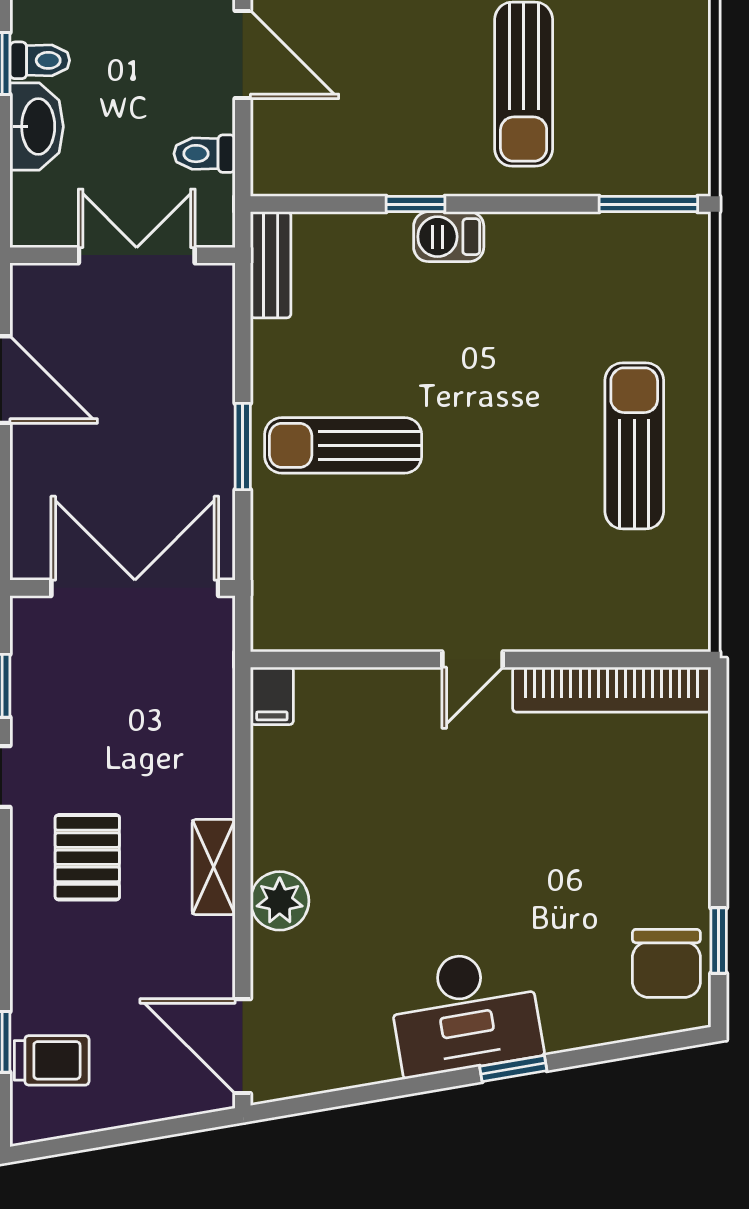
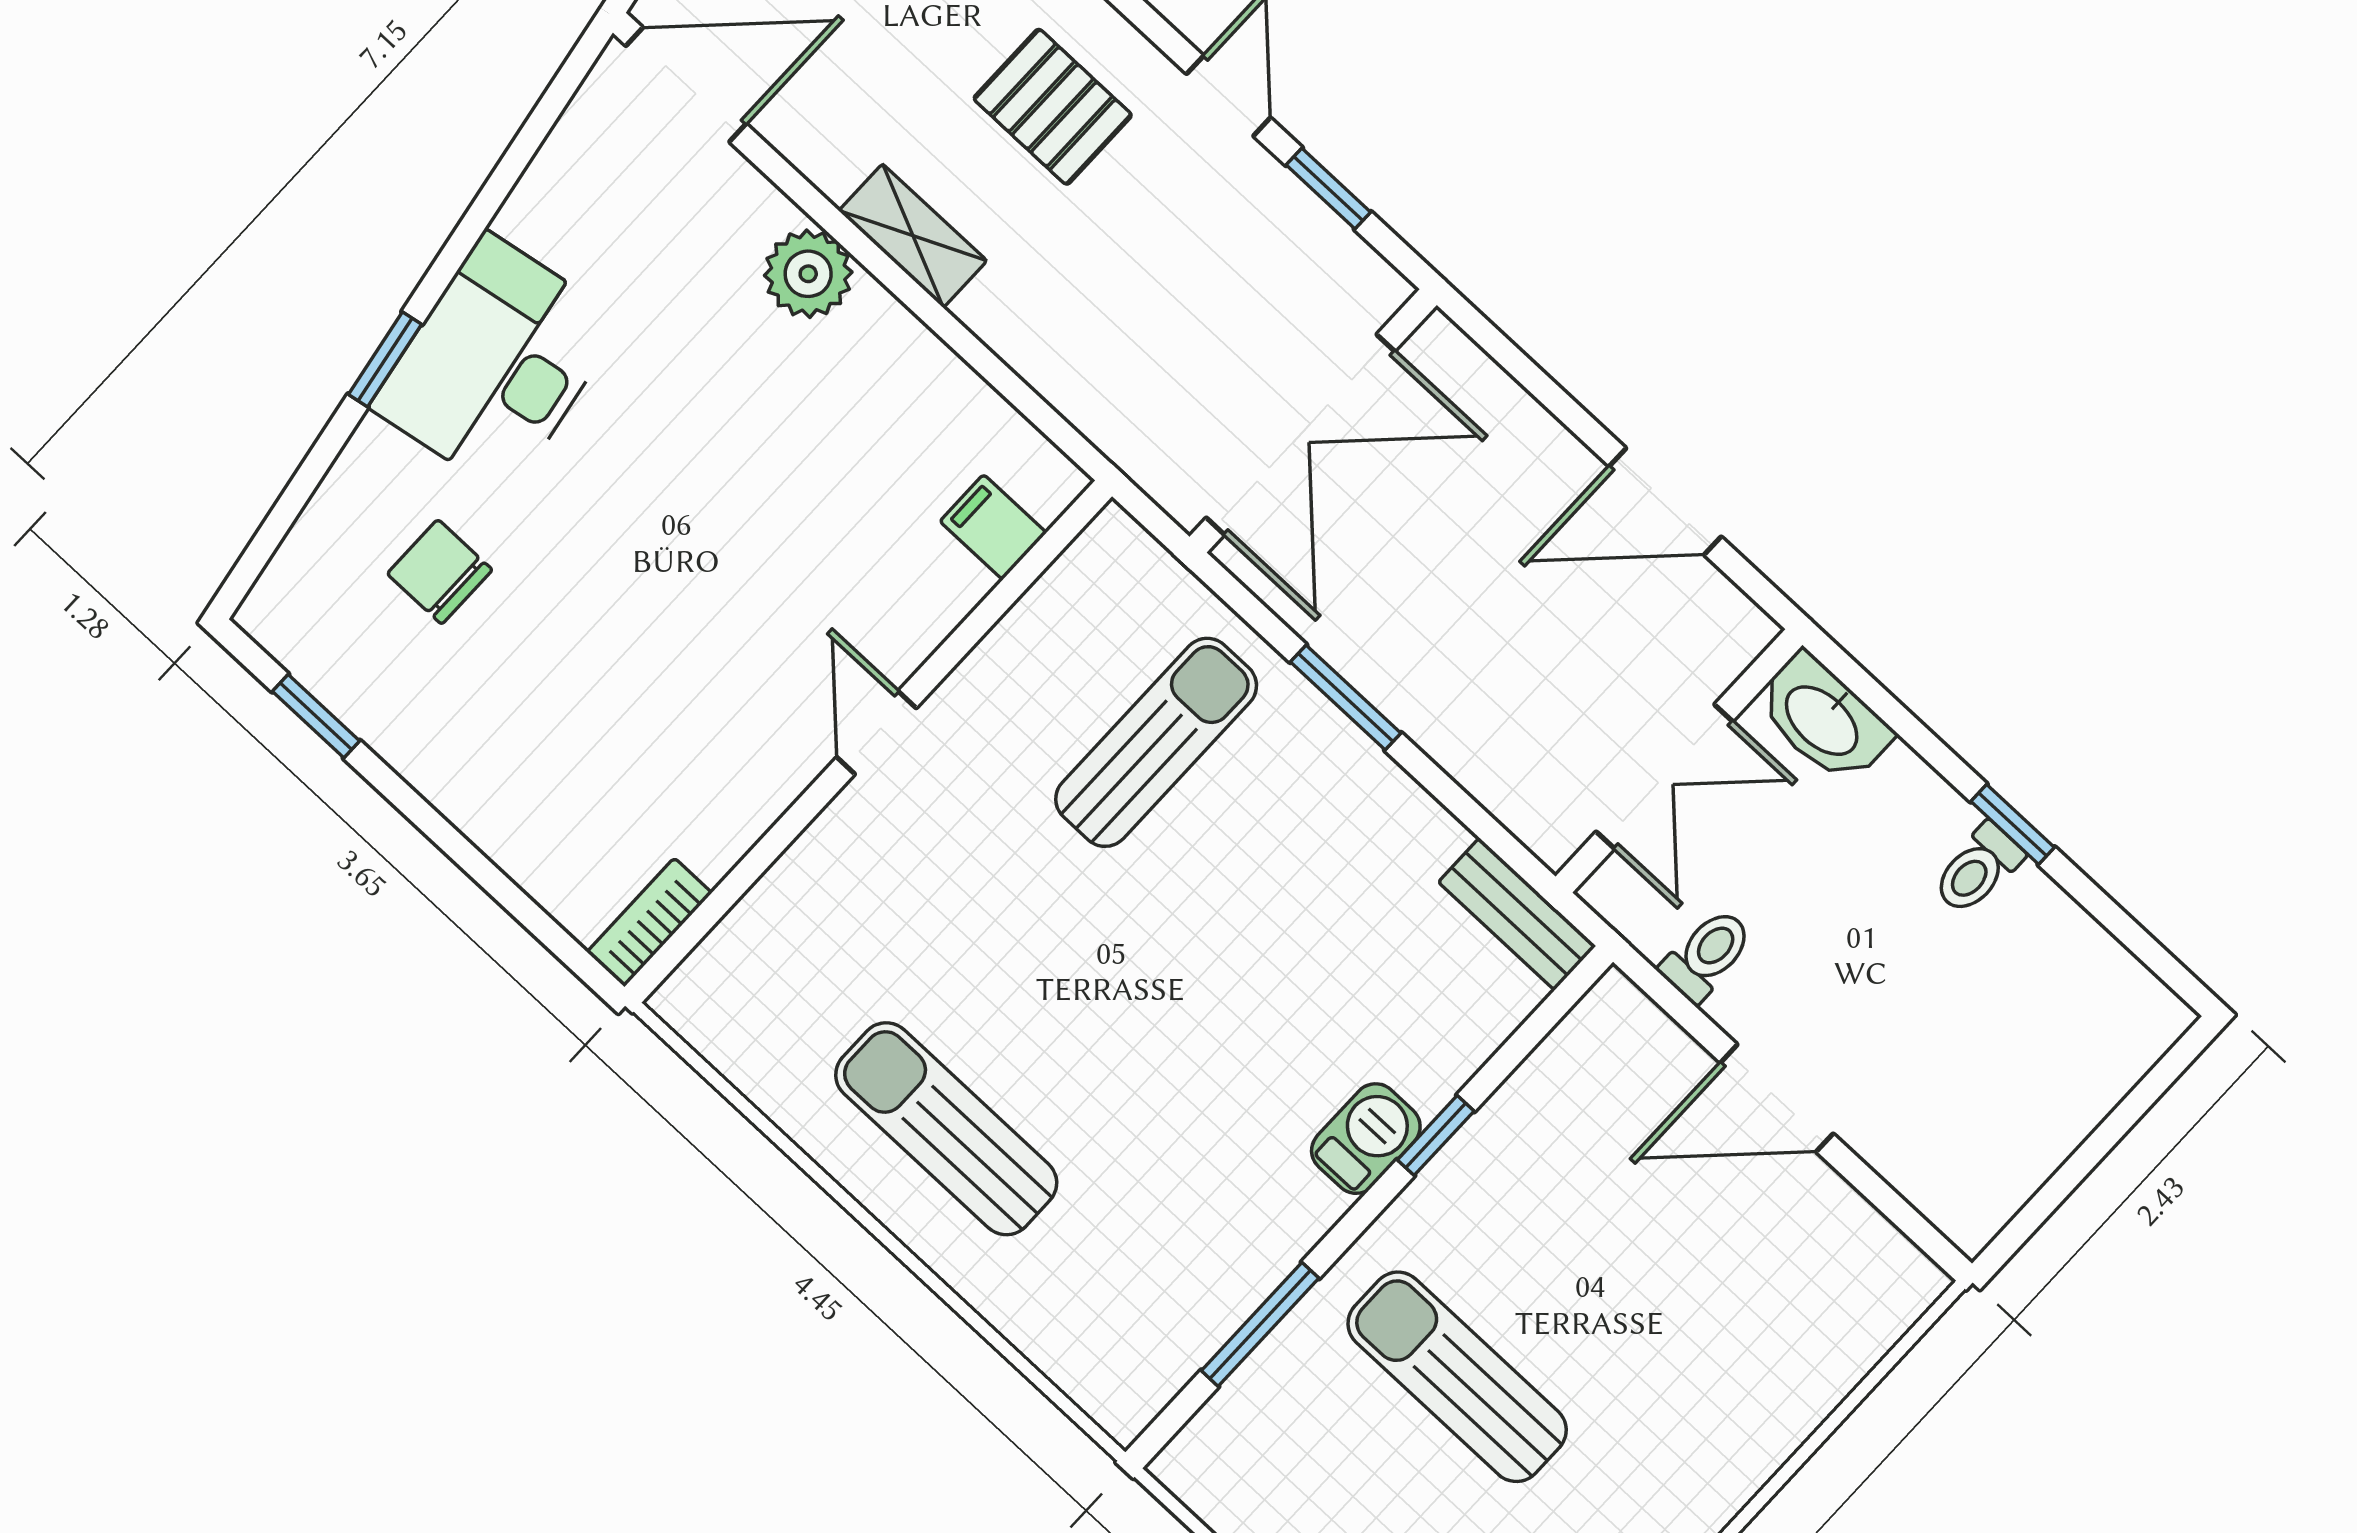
washbasin: (37, 127) -> (1823, 719), moved
window: (648, 204) -> (1260, 1324), moved
sun lounger: (343, 445) -> (1156, 742), moved
sun lounger: (634, 446) -> (946, 1129), turned 180
bookcase: (612, 690) -> (649, 922), width x0.43, depth x0.76
filing cabinet: (272, 696) -> (993, 527), moved
chair: (666, 963) -> (440, 572), moved, width x0.73, depth x0.73

